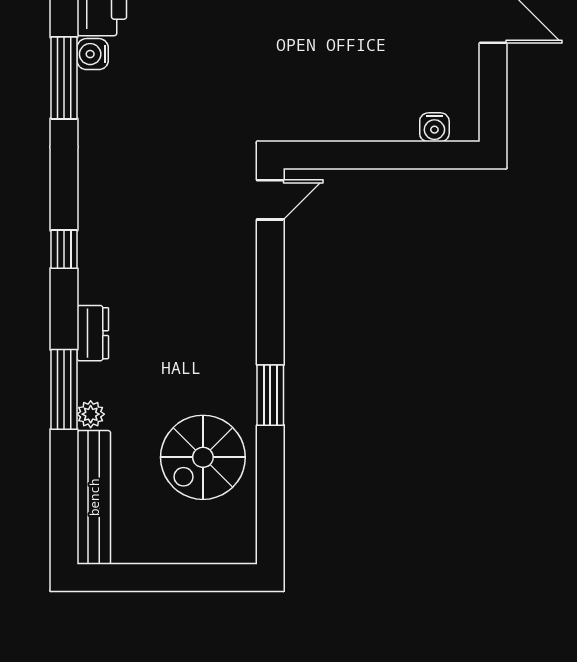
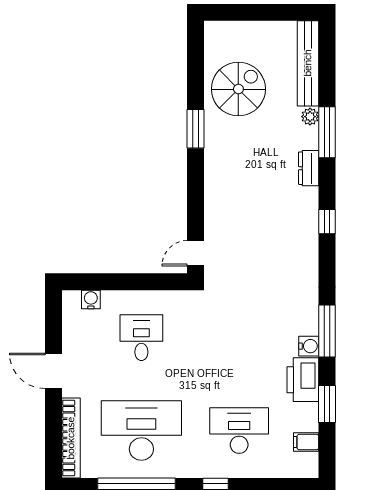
desk: (355, 67) -> (141, 338), added

